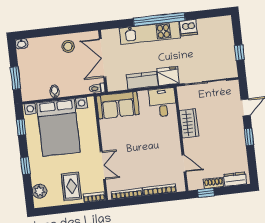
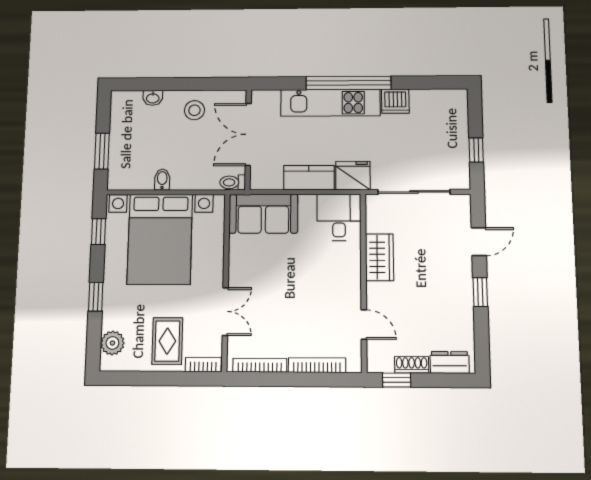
washbasin: (22, 44) -> (153, 98), moved

